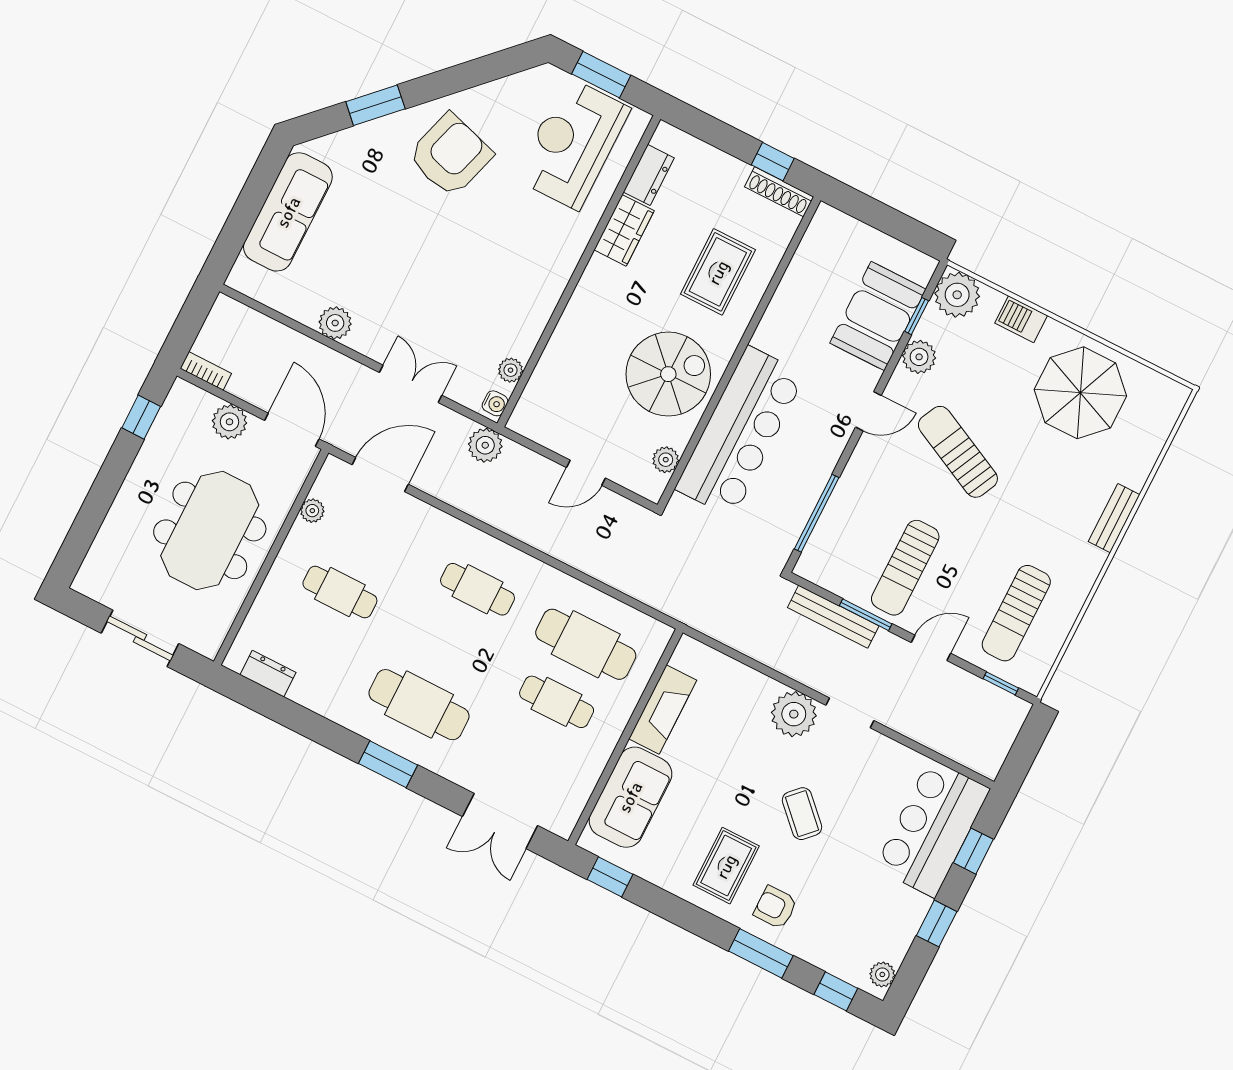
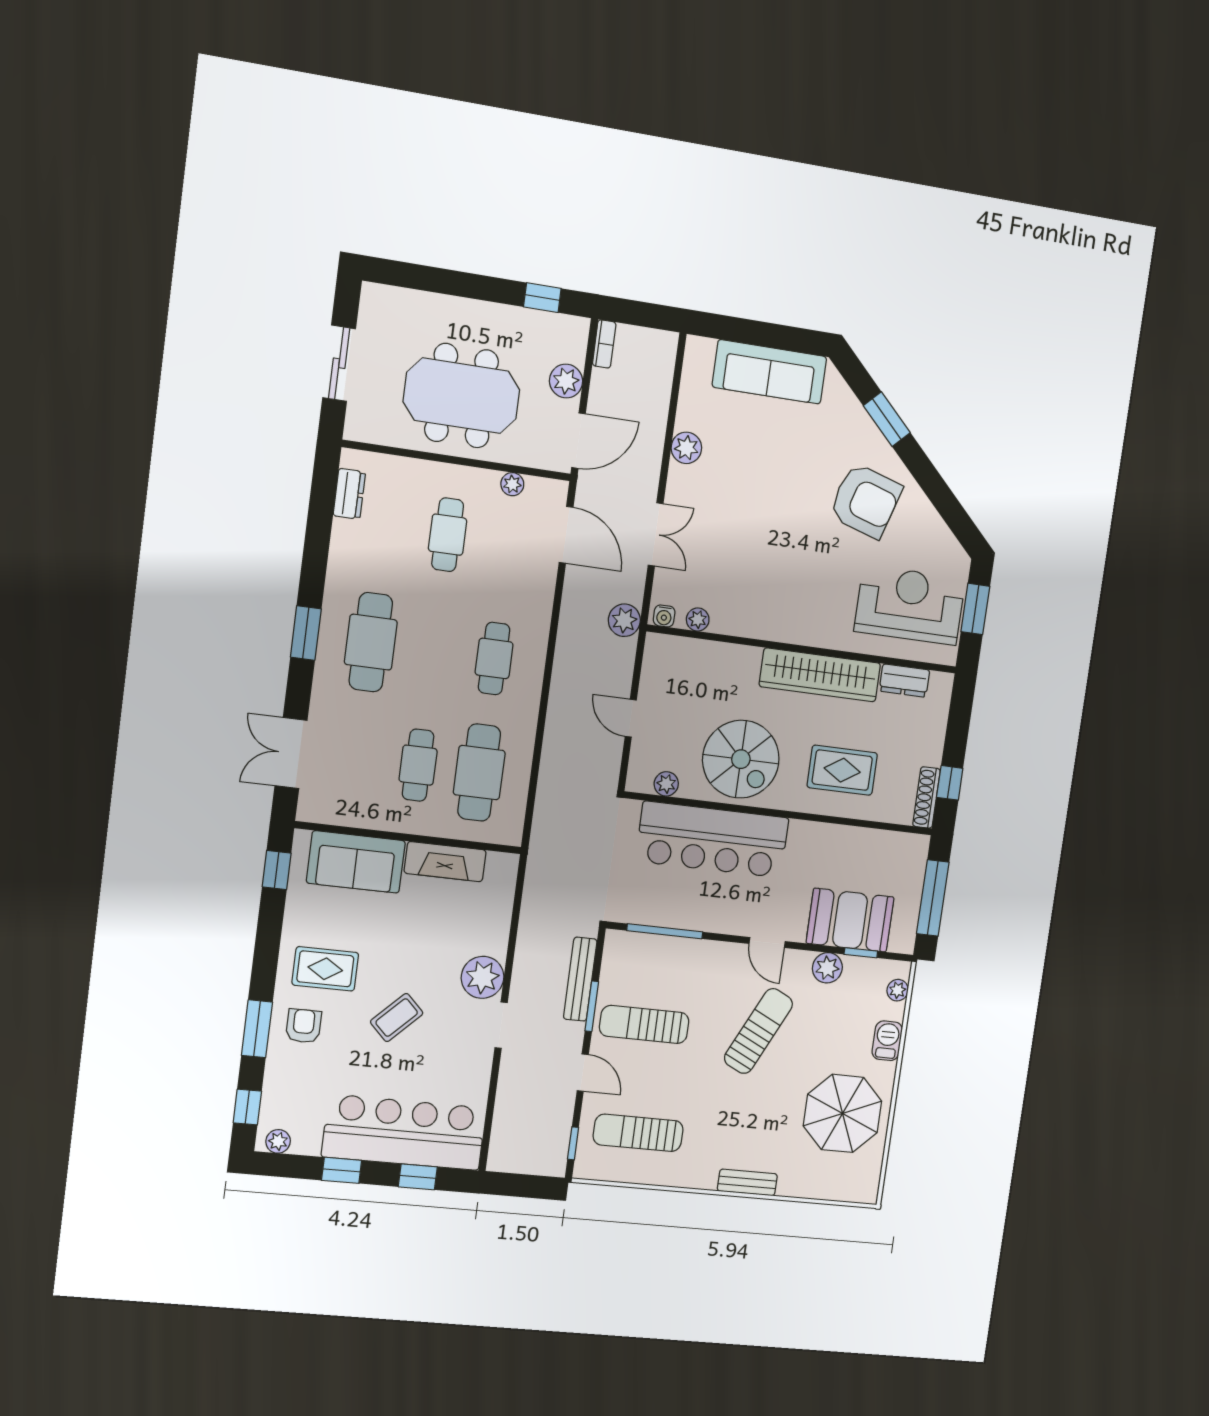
window: (888, 220) -> (933, 898), added
wardrobe: (624, 230) -> (820, 675), width x2.10, depth x1.17
plant: (957, 295) -> (898, 990), width x0.53, depth x0.53
bar counter: (932, 828) -> (404, 1132), width x1.36

